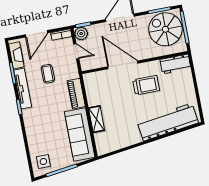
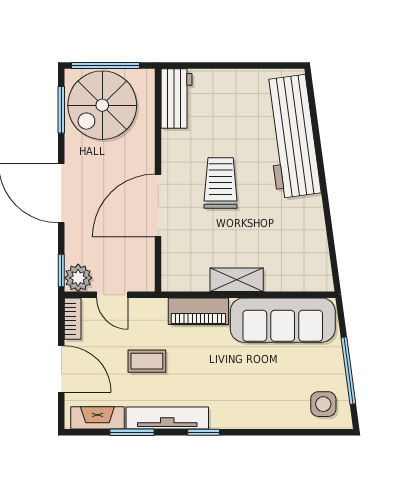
door: (76, 51) -> (112, 295), swing flipped
trolley: (146, 85) -> (221, 183), moved
shelving: (97, 119) -> (237, 280), moved

